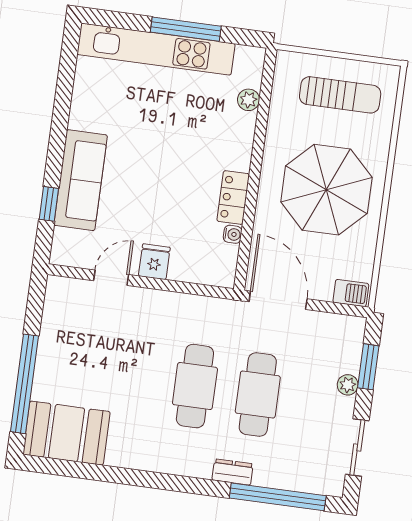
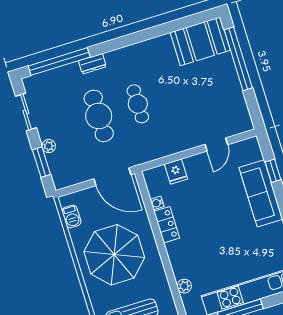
fridge: (154, 262) -> (176, 172), moved
barbecue: (351, 293) -> (71, 216), moved, turned -90
cafe table: (195, 386) -> (138, 104), width x0.73, depth x0.74

